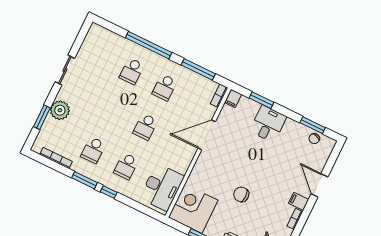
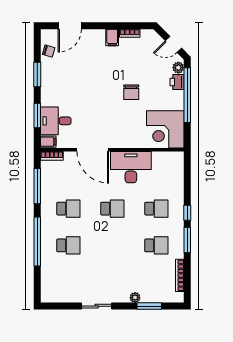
plant: (60, 110) -> (135, 298), width x0.53, depth x0.53
desk: (268, 124) -> (56, 121), moved
window: (313, 125) -> (37, 74), moved
door: (319, 185) -> (70, 26), moved
desk: (162, 187) -> (131, 167), moved

